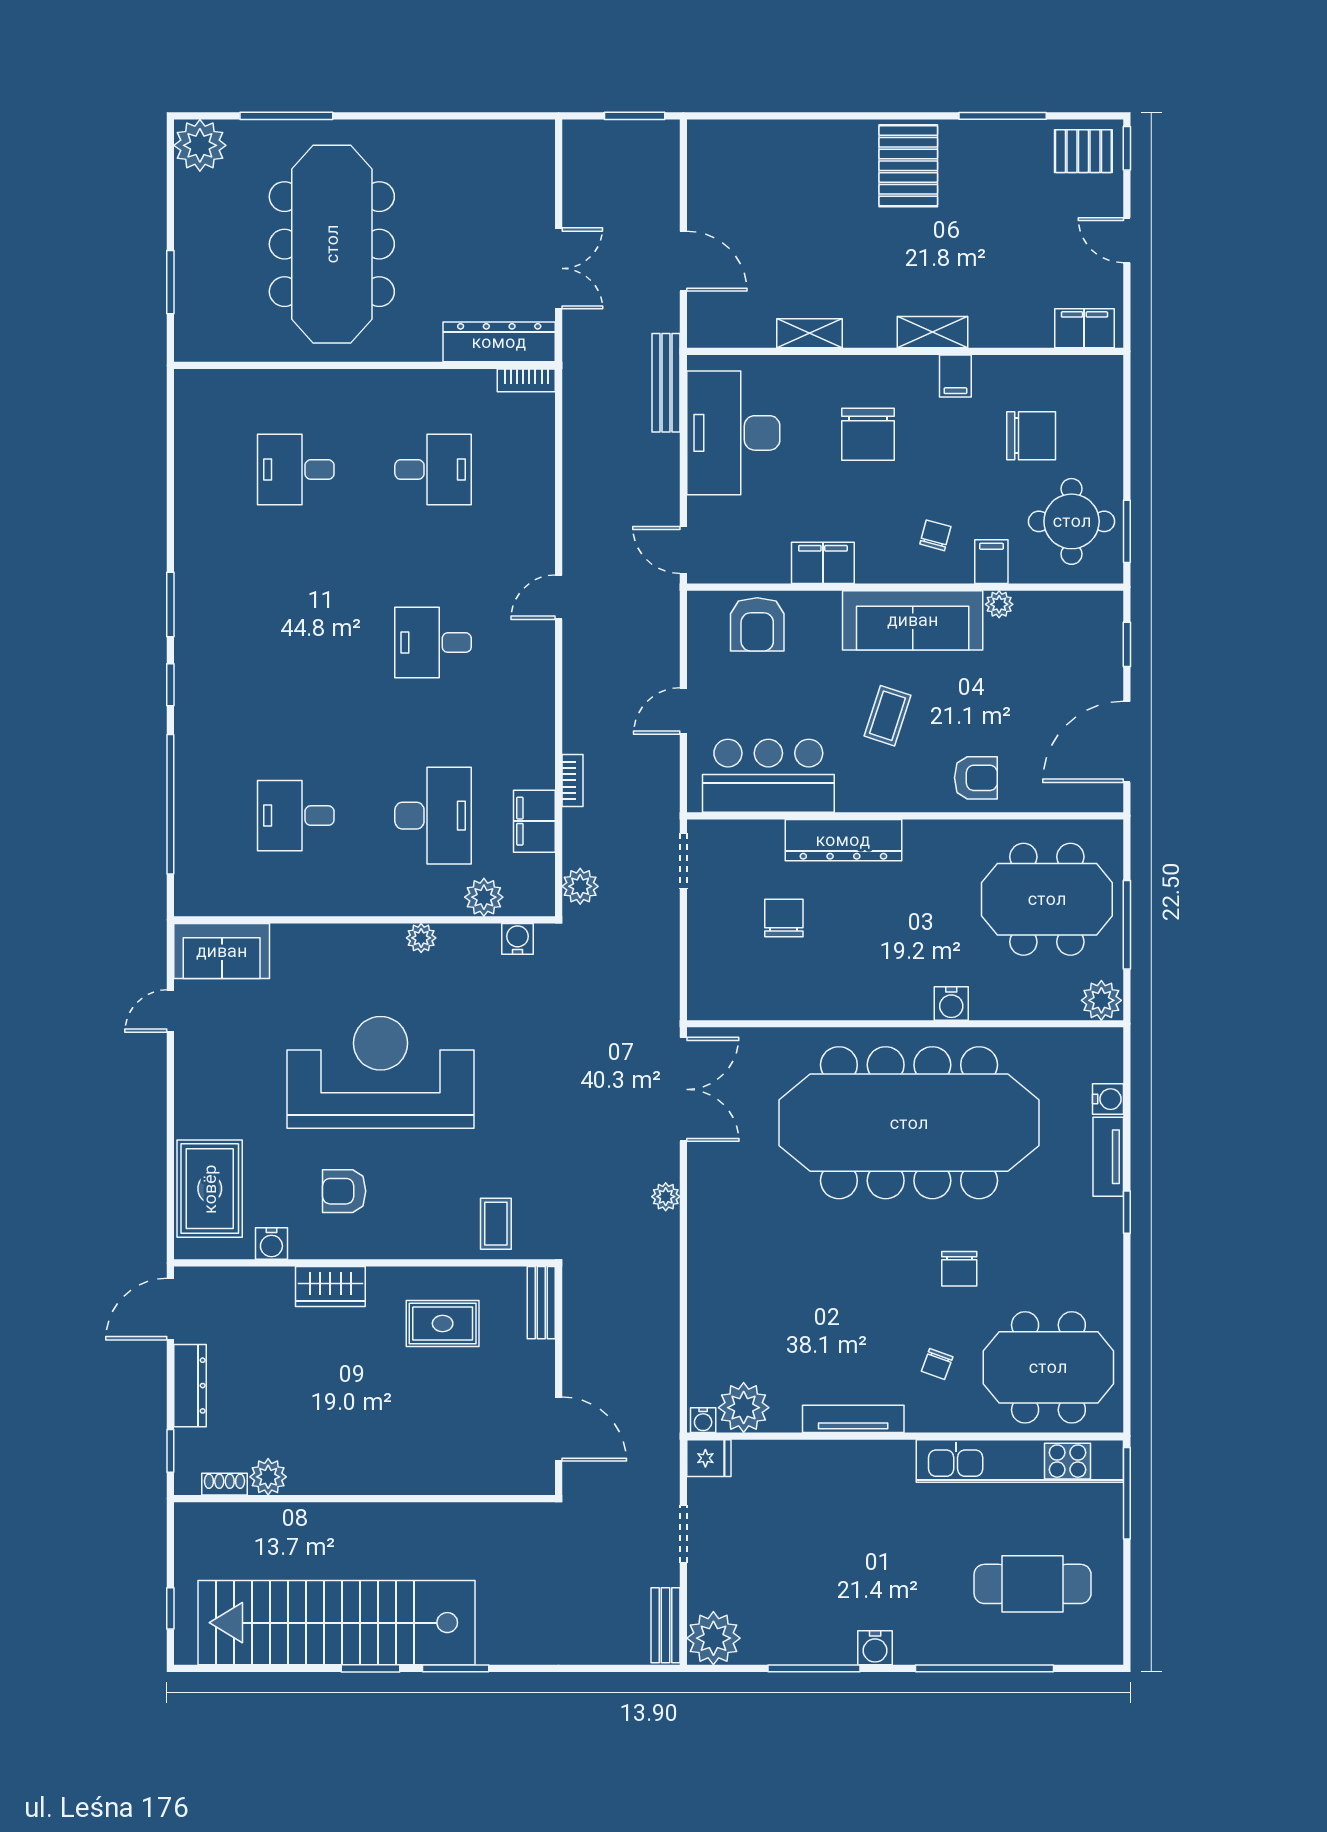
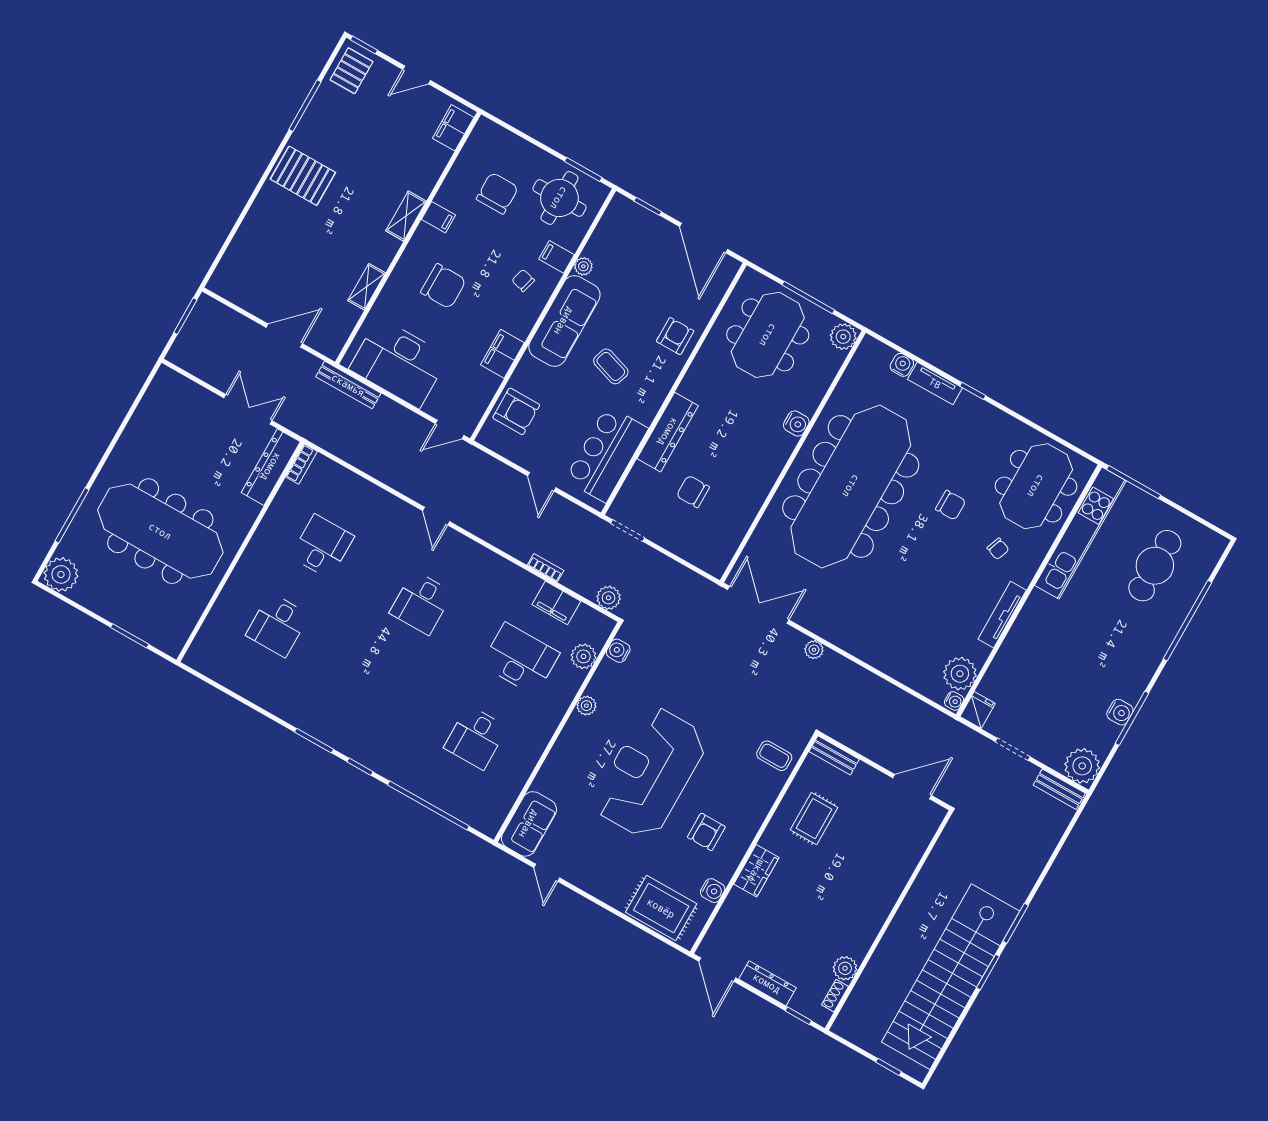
water cooler: (875, 1648) -> (1120, 712), moved

